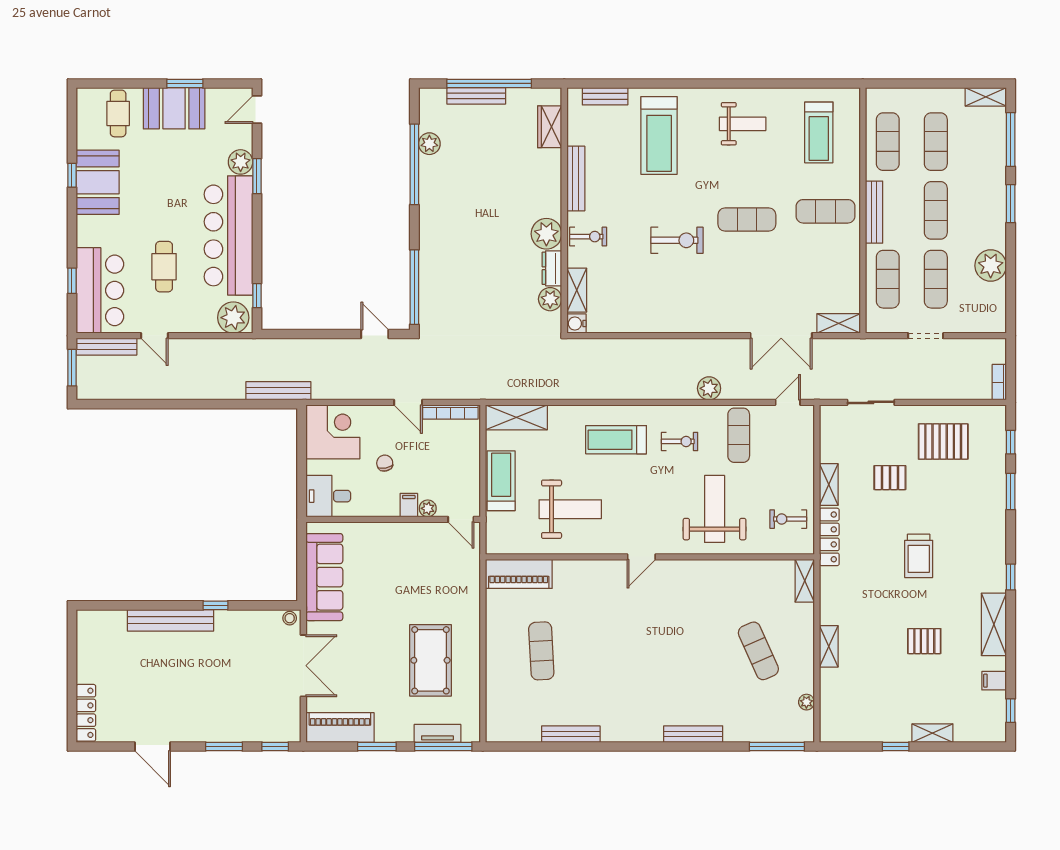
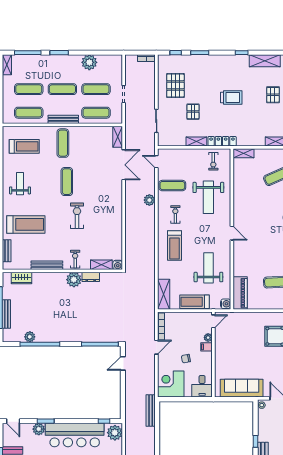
plant: (550, 299) -> (106, 278), removed
weight bench: (715, 509) -> (208, 197), turned -90
water cooler: (497, 544) -> (226, 304), added

